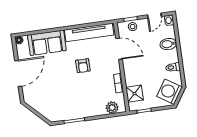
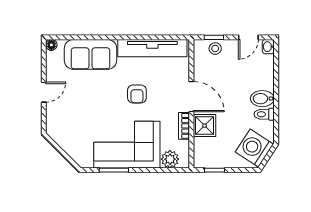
bidet: (168, 44) -> (262, 99), moved
door: (119, 49) -> (191, 97), moved
door: (18, 73) -> (44, 92), width x0.53
shower: (135, 94) -> (205, 126), moved
corner sofa: (81, 102) -> (127, 145), added

